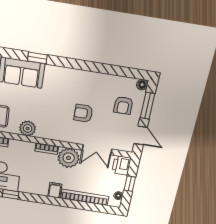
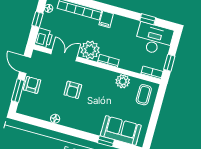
floor lamp: (142, 85) -> (55, 119), moved
armchair: (123, 105) -> (32, 85), moved
armchair: (83, 113) -> (73, 90), turned 90

